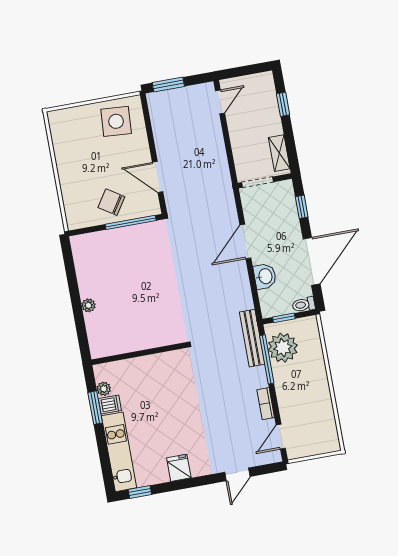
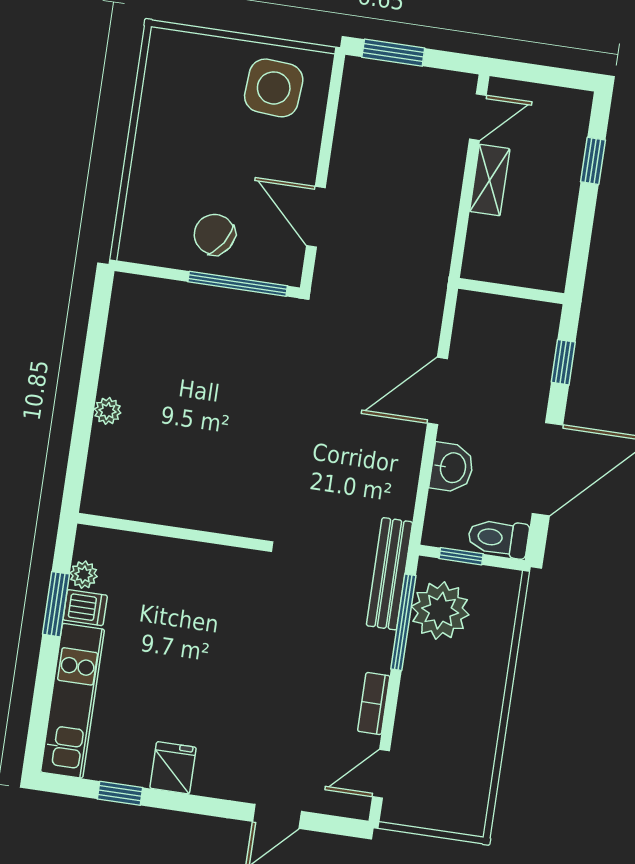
shelving: (279, 153) -> (490, 180), moved
doorway: (258, 182) -> (497, 289), removed
toilet: (304, 305) -> (498, 538), width x1.37, depth x1.39
window: (140, 492) -> (120, 793), moved

